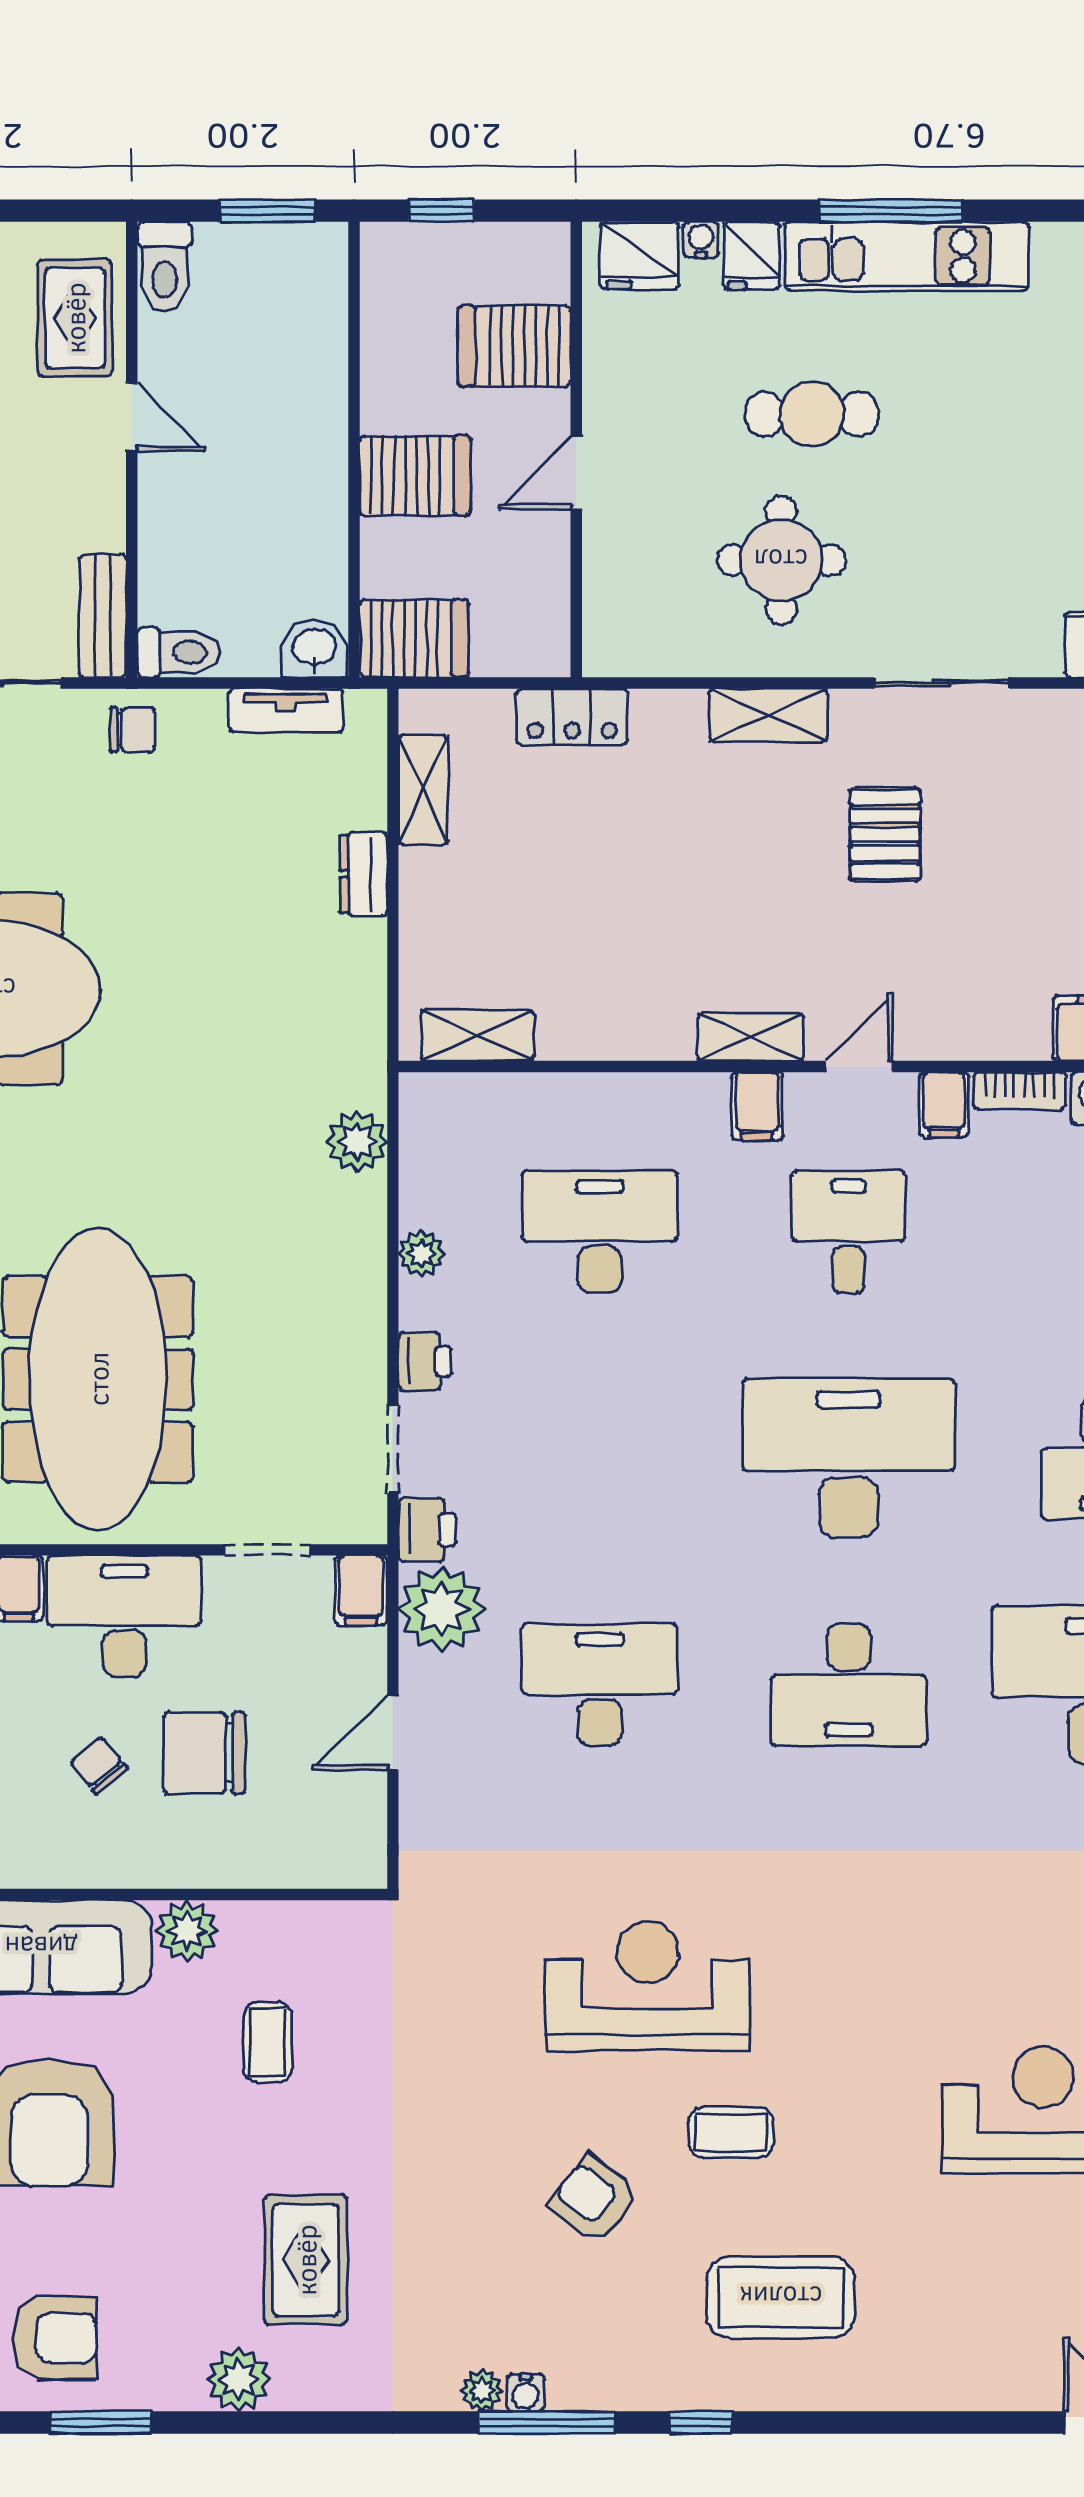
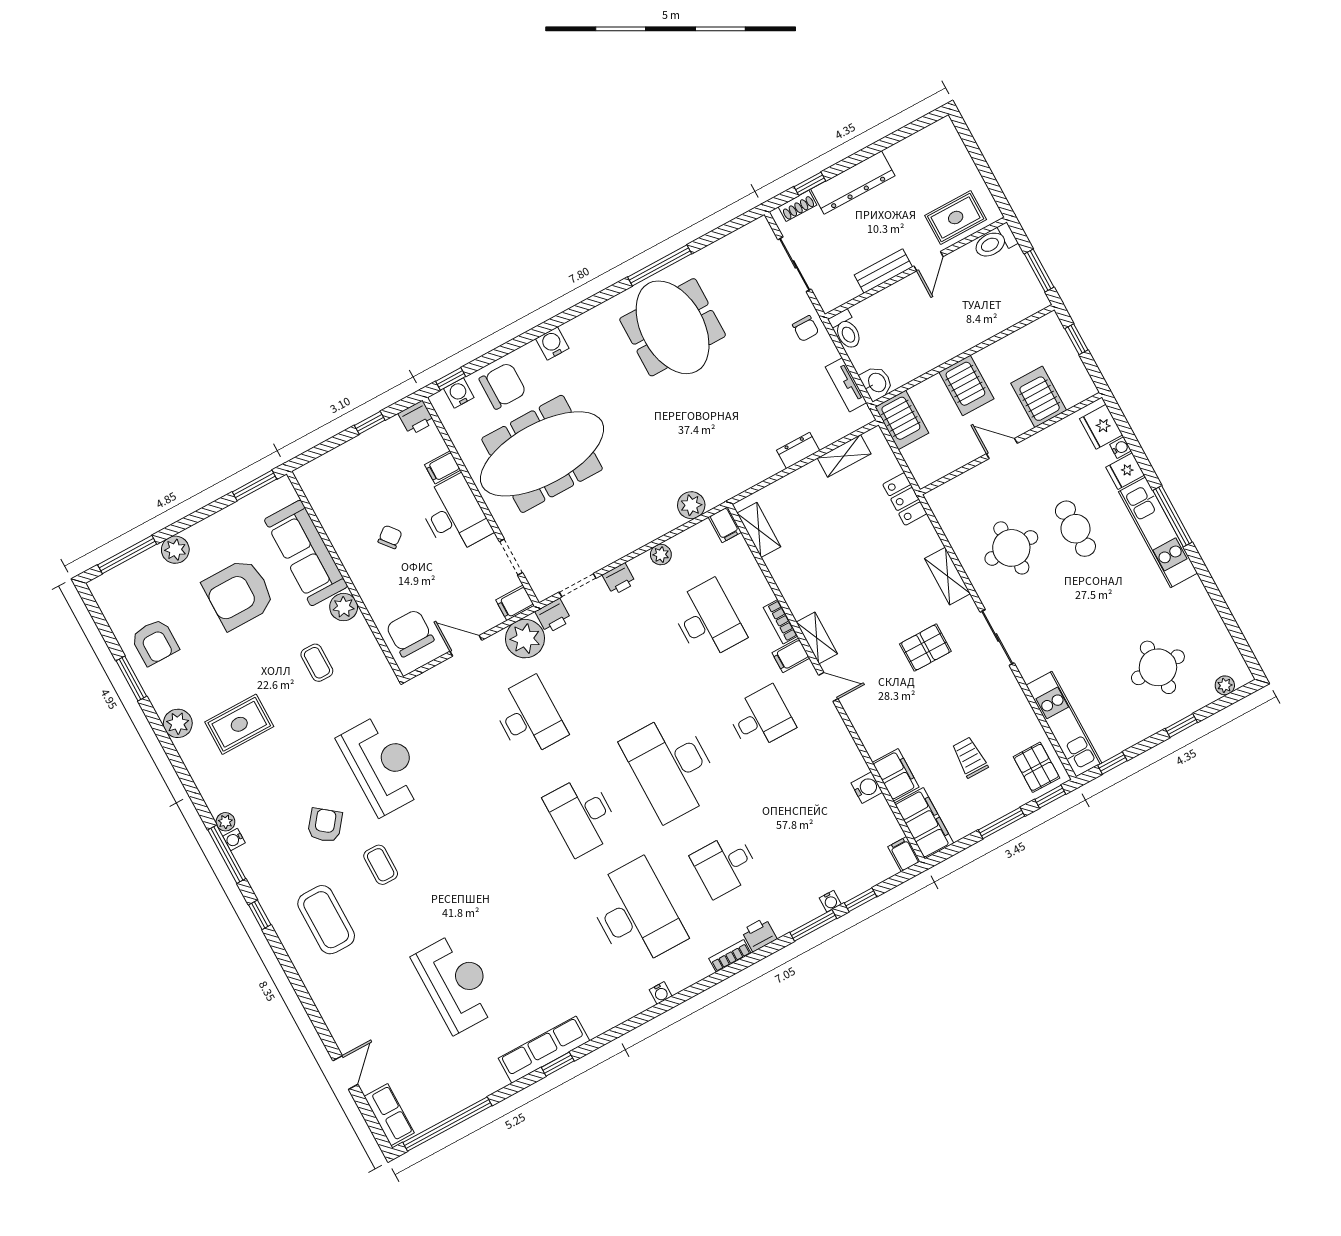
bench: (103, 616) -> (883, 271), moved
bookcase: (1020, 1091) -> (781, 622), moved
filing cabinet: (944, 1105) -> (725, 525), moved, turned -90
desk: (849, 1458) -> (672, 767), turned 180
chair: (204, 1753) -> (410, 633), moved
reception desk: (647, 1986) -> (382, 765), moved
coffee table: (268, 2042) -> (317, 663), turned 90

